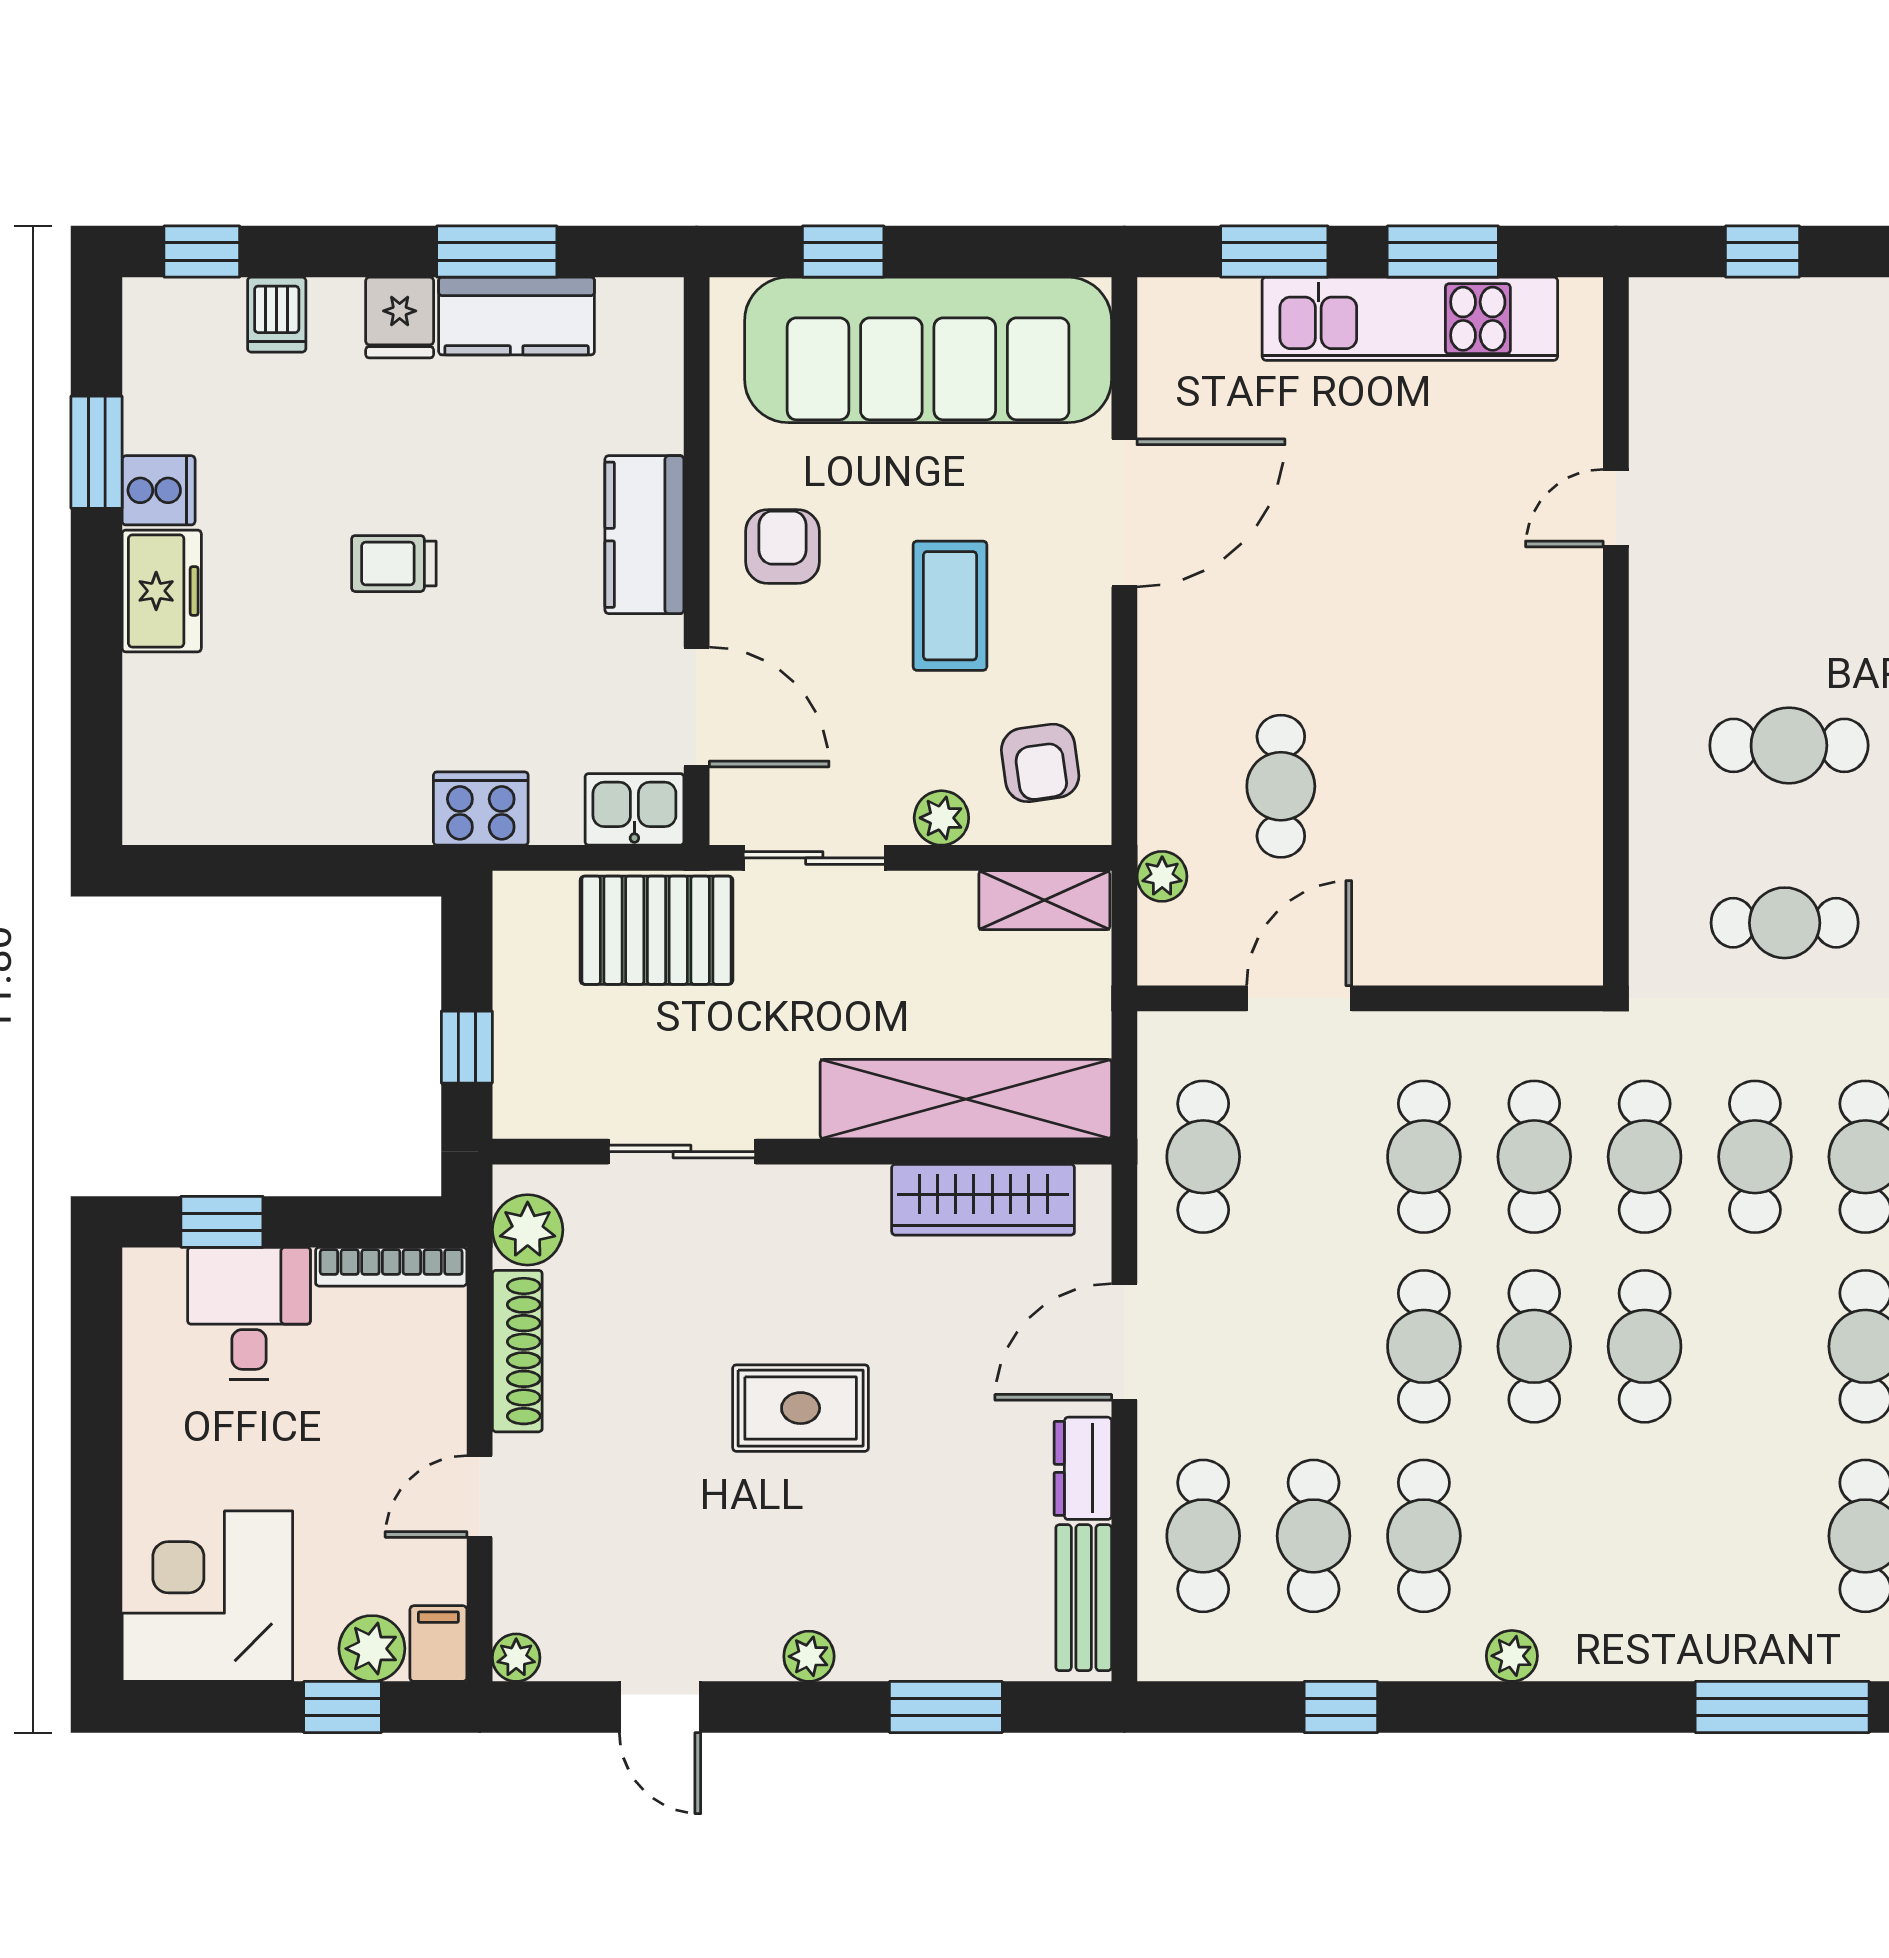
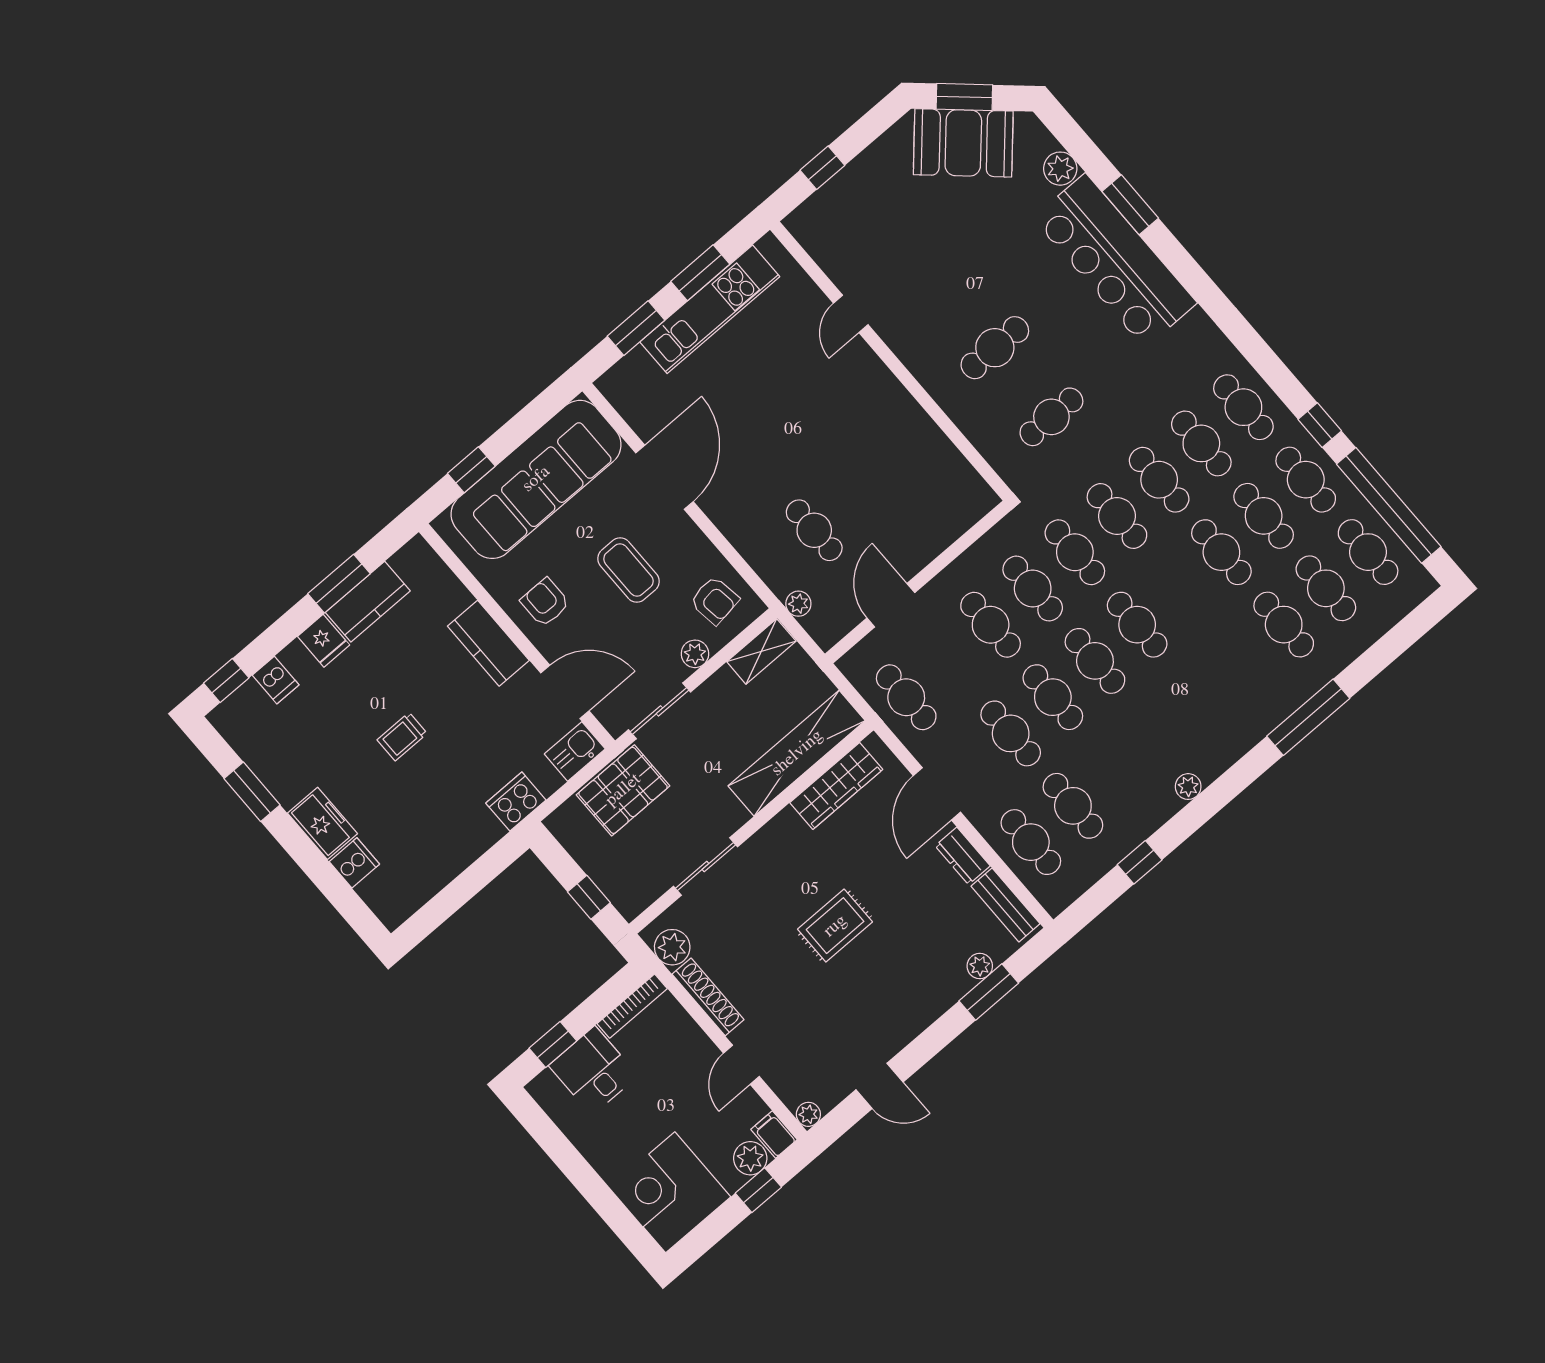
cooker: (159, 490) -> (354, 863), moved
cafe table: (1424, 1536) -> (1011, 733), moved
plant: (809, 1656) -> (980, 966), moved

